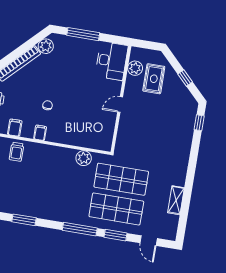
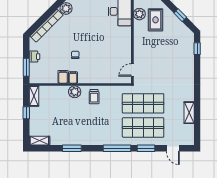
door: (120, 105) -> (132, 70), moved
filing cabinet: (15, 128) -> (63, 77), moved
trolley: (17, 152) -> (94, 97), moved
plant: (84, 158) -> (75, 92), moved

